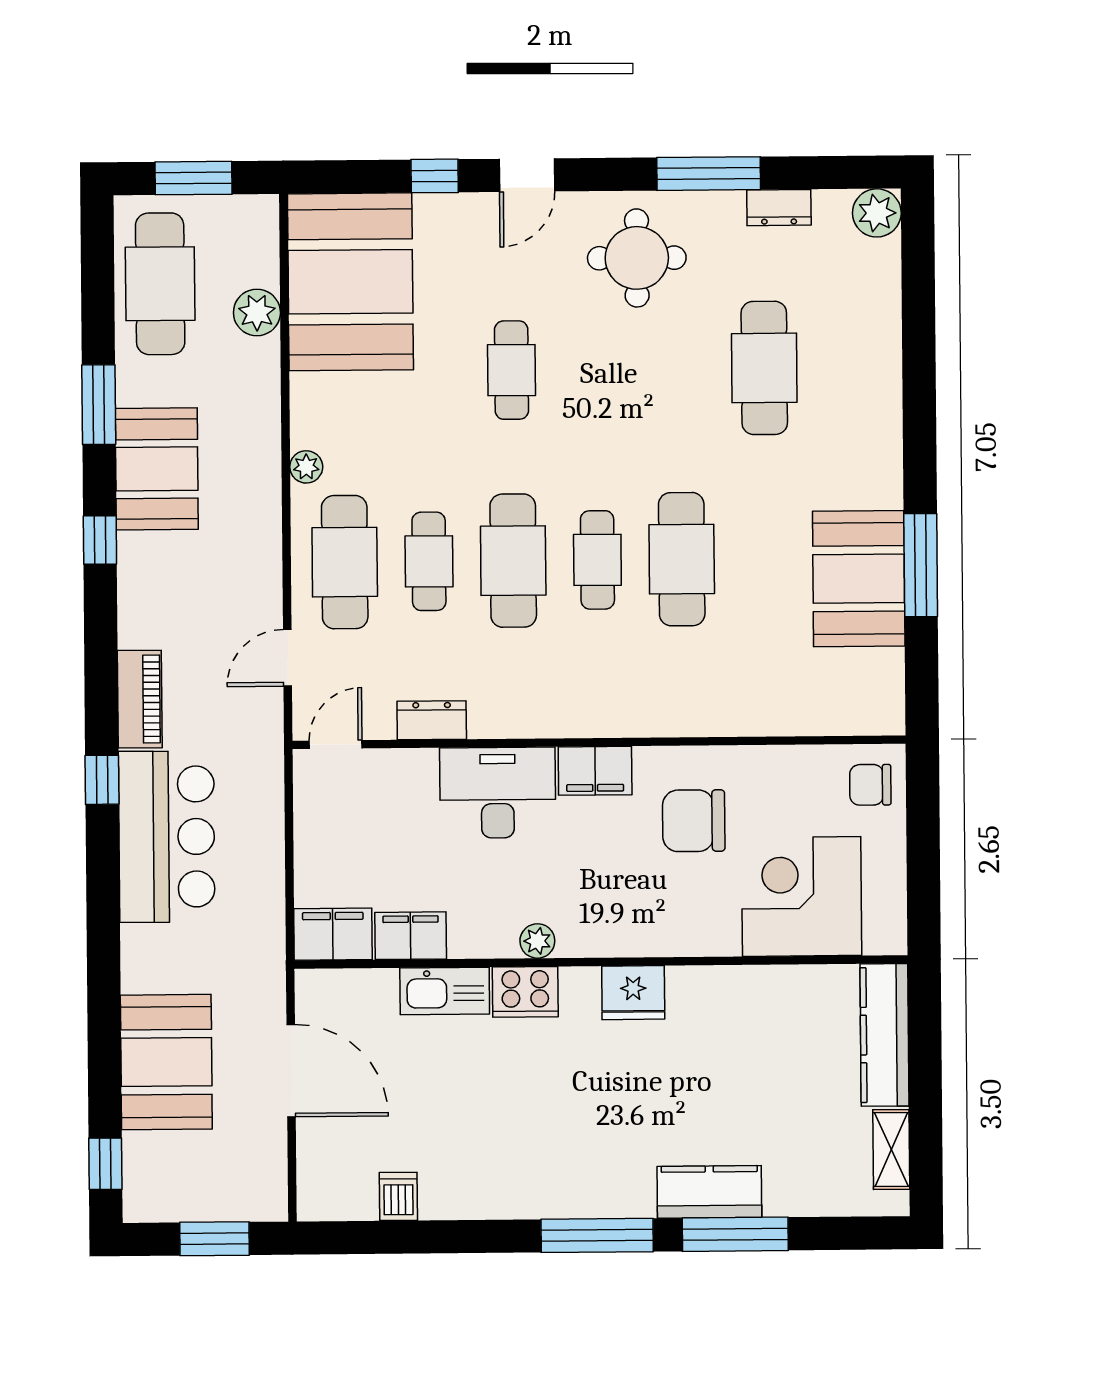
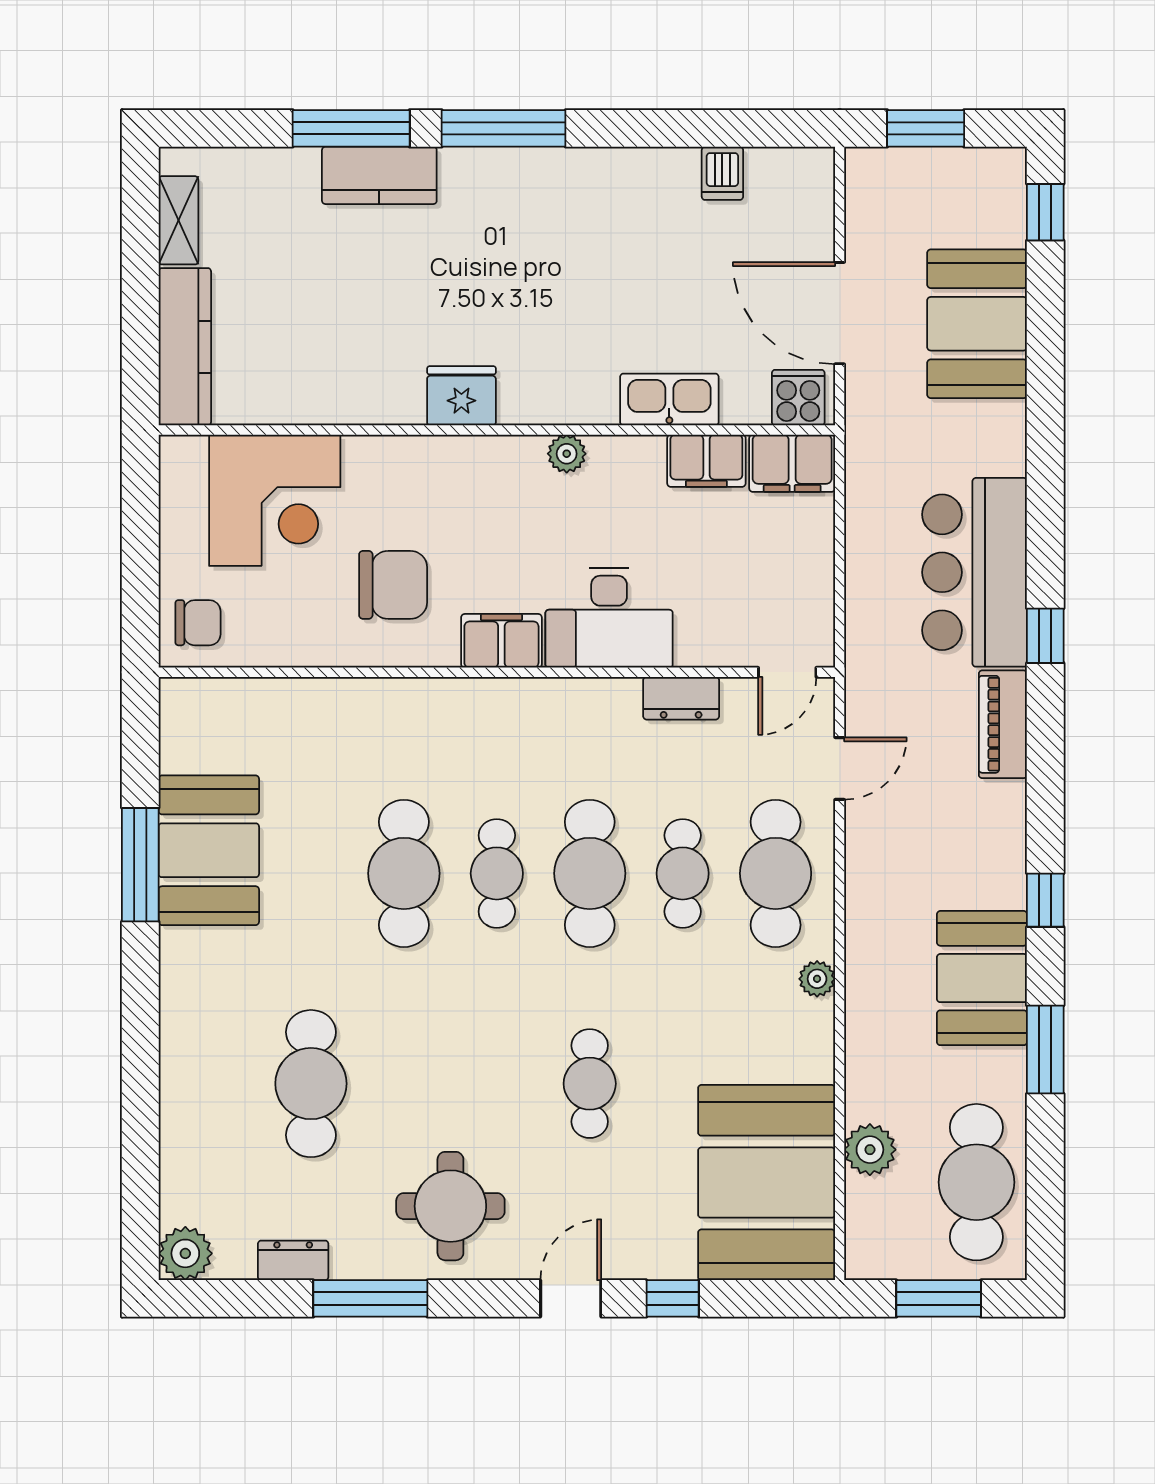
cooker: (525, 992) -> (798, 398), moved, width x0.73

